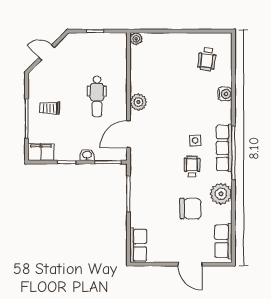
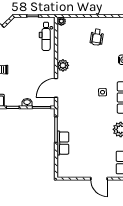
wheelchair: (207, 59) -> (97, 37), moved
dental chair: (97, 96) -> (46, 36), moved
wheelchair: (192, 166) -> (100, 110), removed
chair: (190, 209) -> (99, 140), removed
row of seats: (138, 245) -> (63, 143), moved

